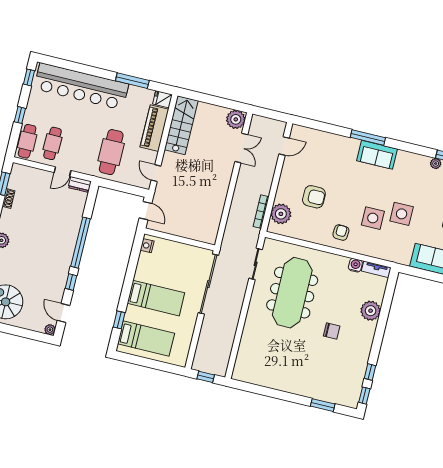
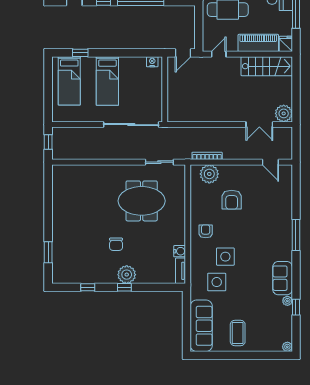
sofa: (377, 155) -> (283, 278), moved
side table: (402, 214) -> (217, 282), moved
armchair: (341, 233) -> (206, 231), turned -93
meeting table: (292, 293) -> (142, 201), width x0.73
plant: (371, 311) -> (127, 275), moved
window: (364, 396) -> (124, 287), moved

